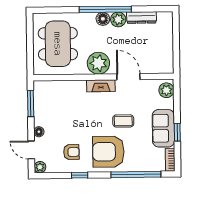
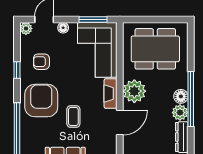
corner sofa: (60, 99) -> (97, 50), added
armchair: (71, 152) -> (41, 62), turned 91

